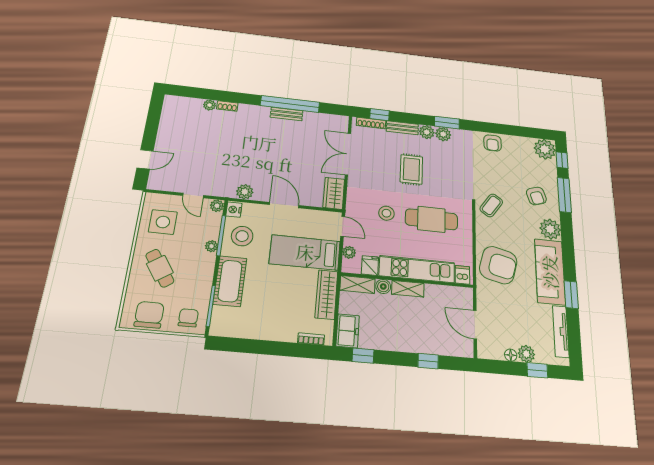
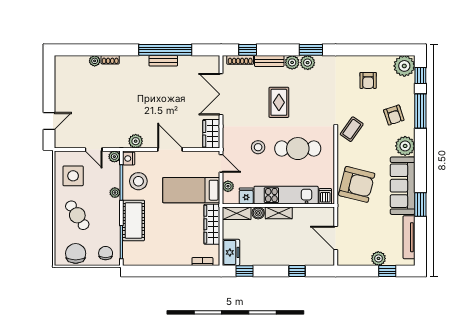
armchair: (493, 143) -> (368, 80), moved
floor lamp: (511, 355) -> (365, 261), removed

